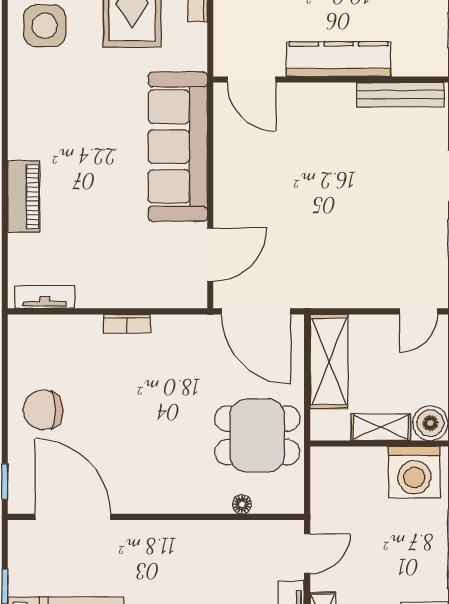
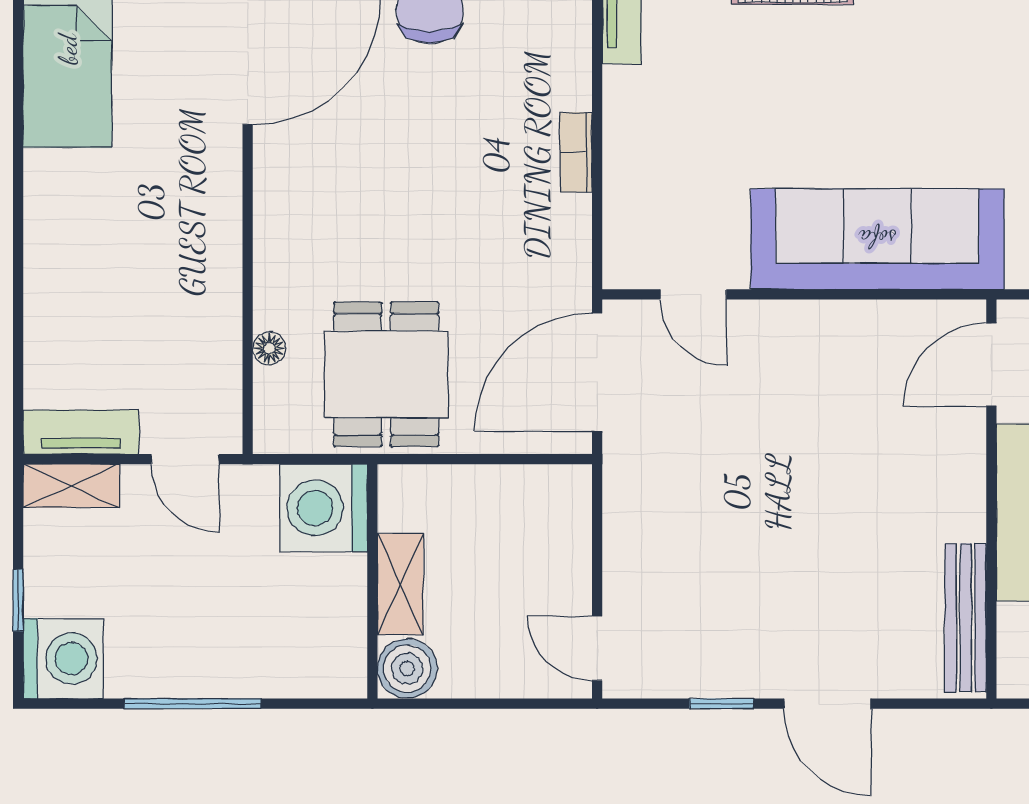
door: (210, 255) -> (693, 294), width x0.73
shelving: (329, 361) -> (512, 496), removed
washing machine: (414, 472) -> (324, 508), moved

